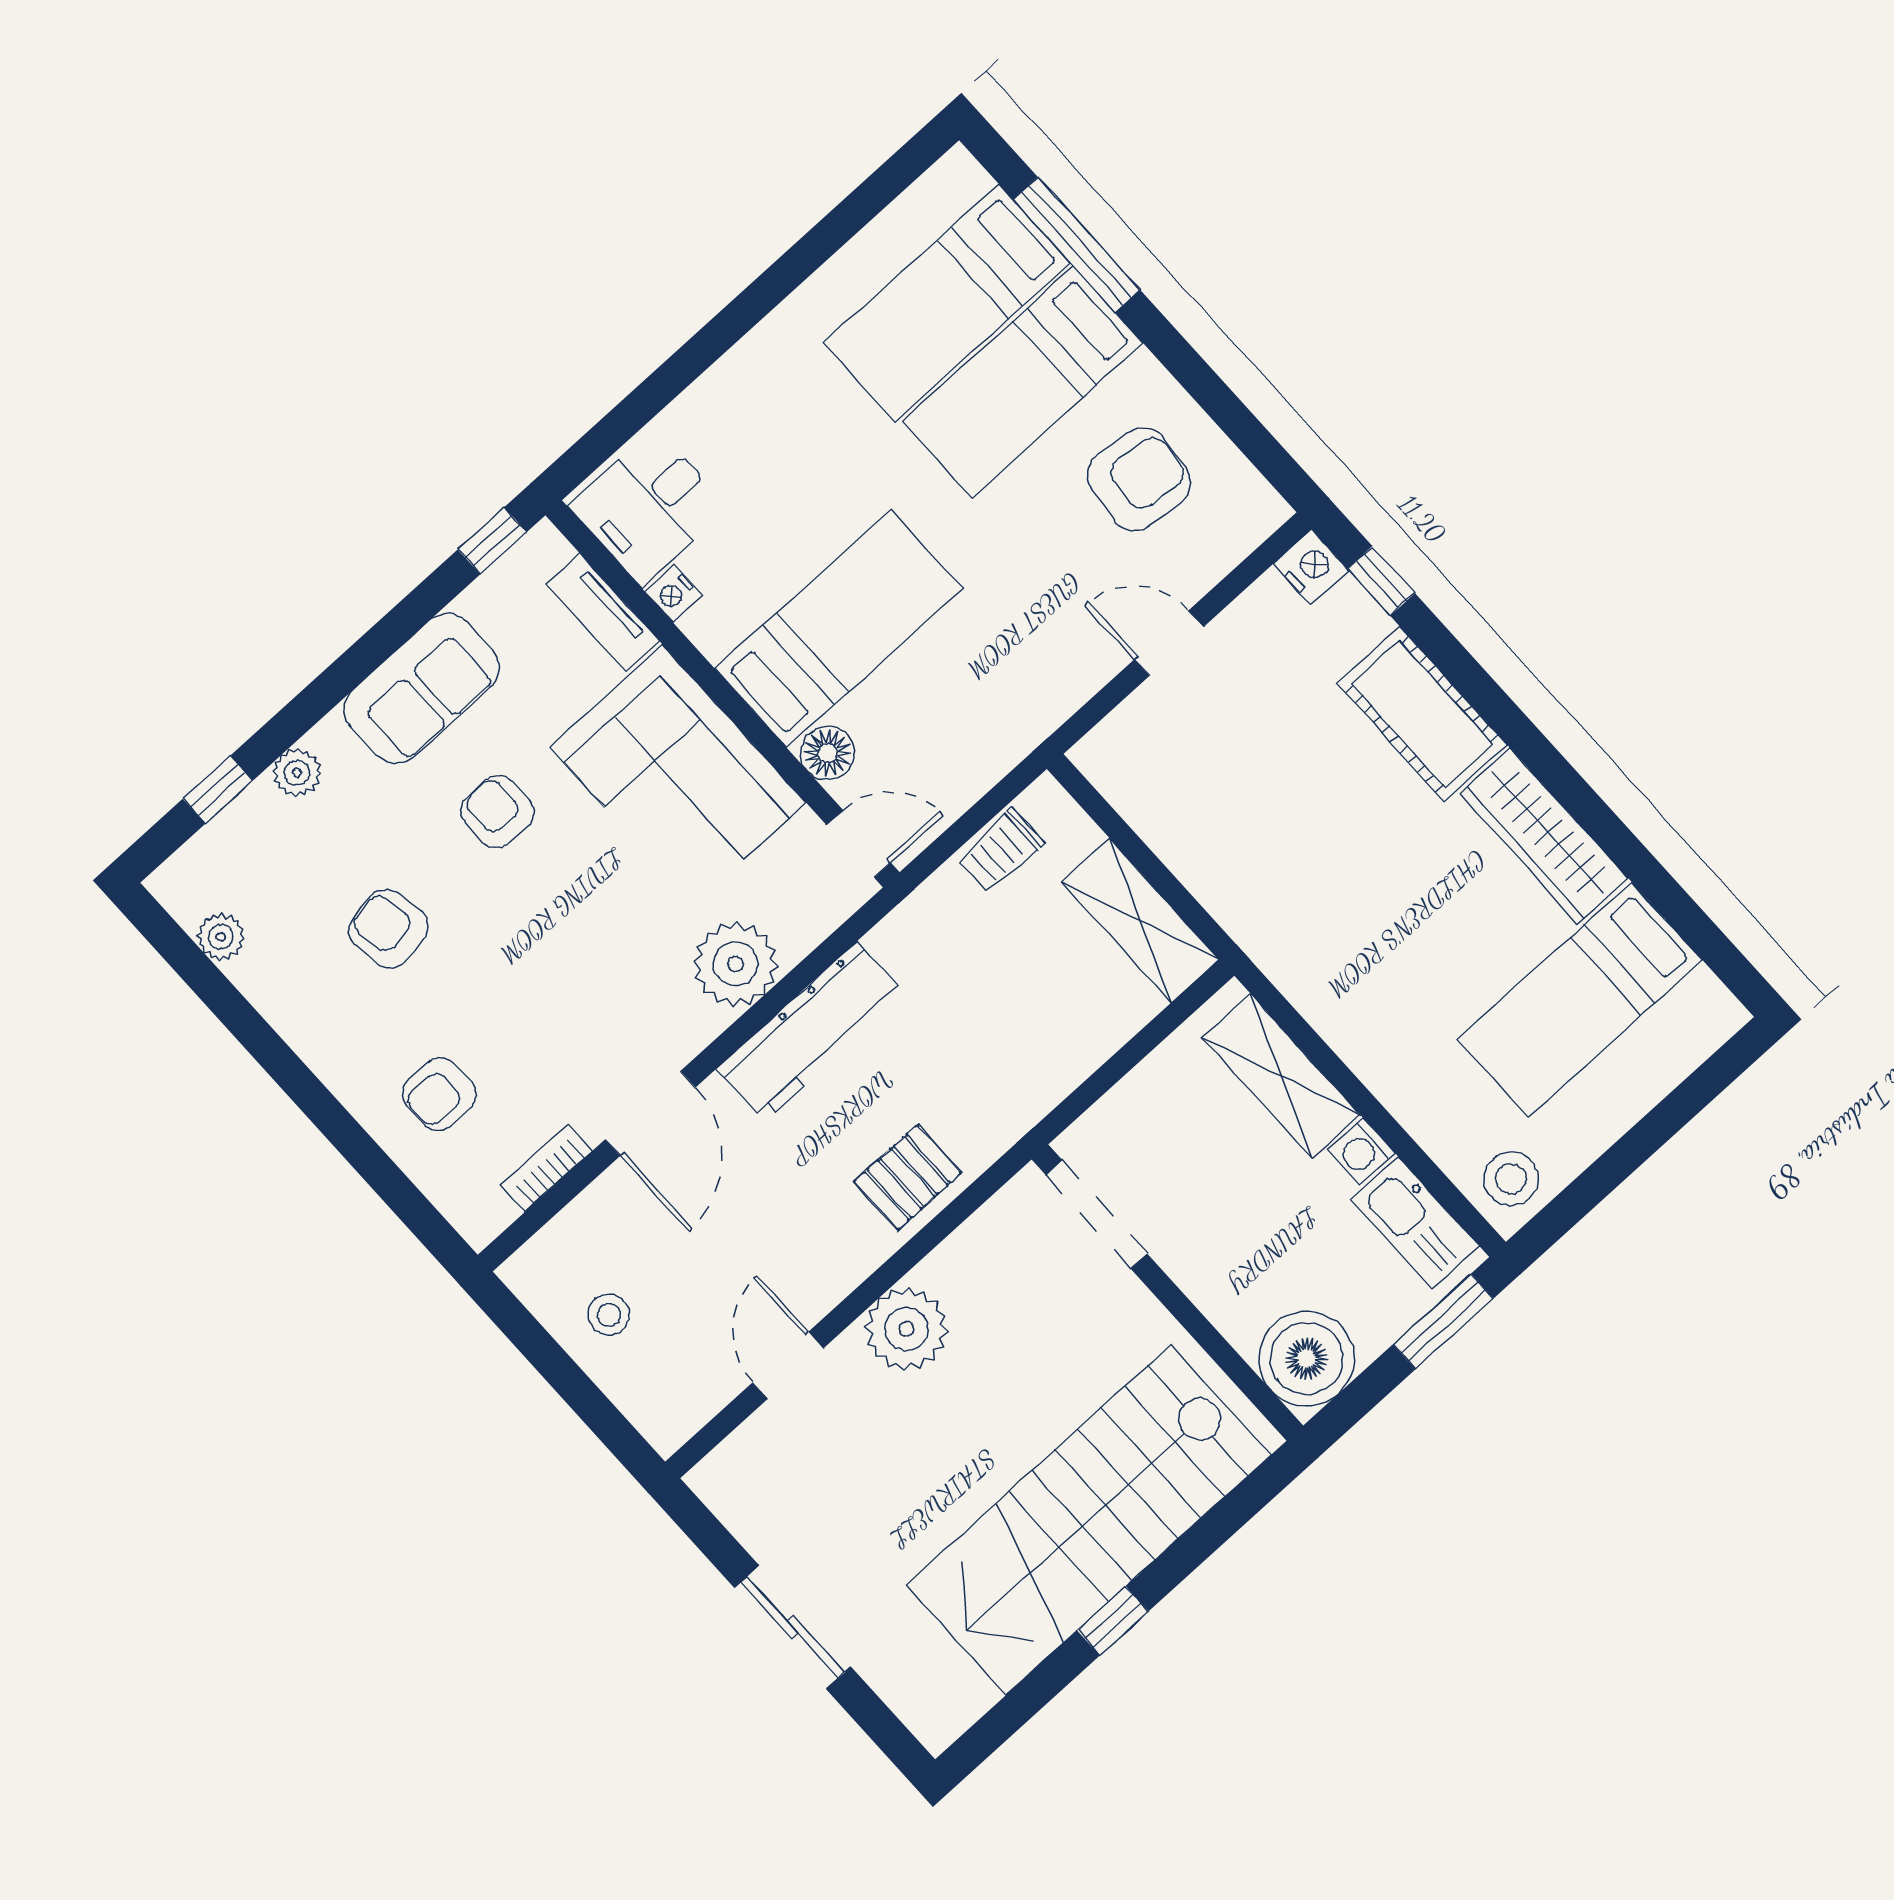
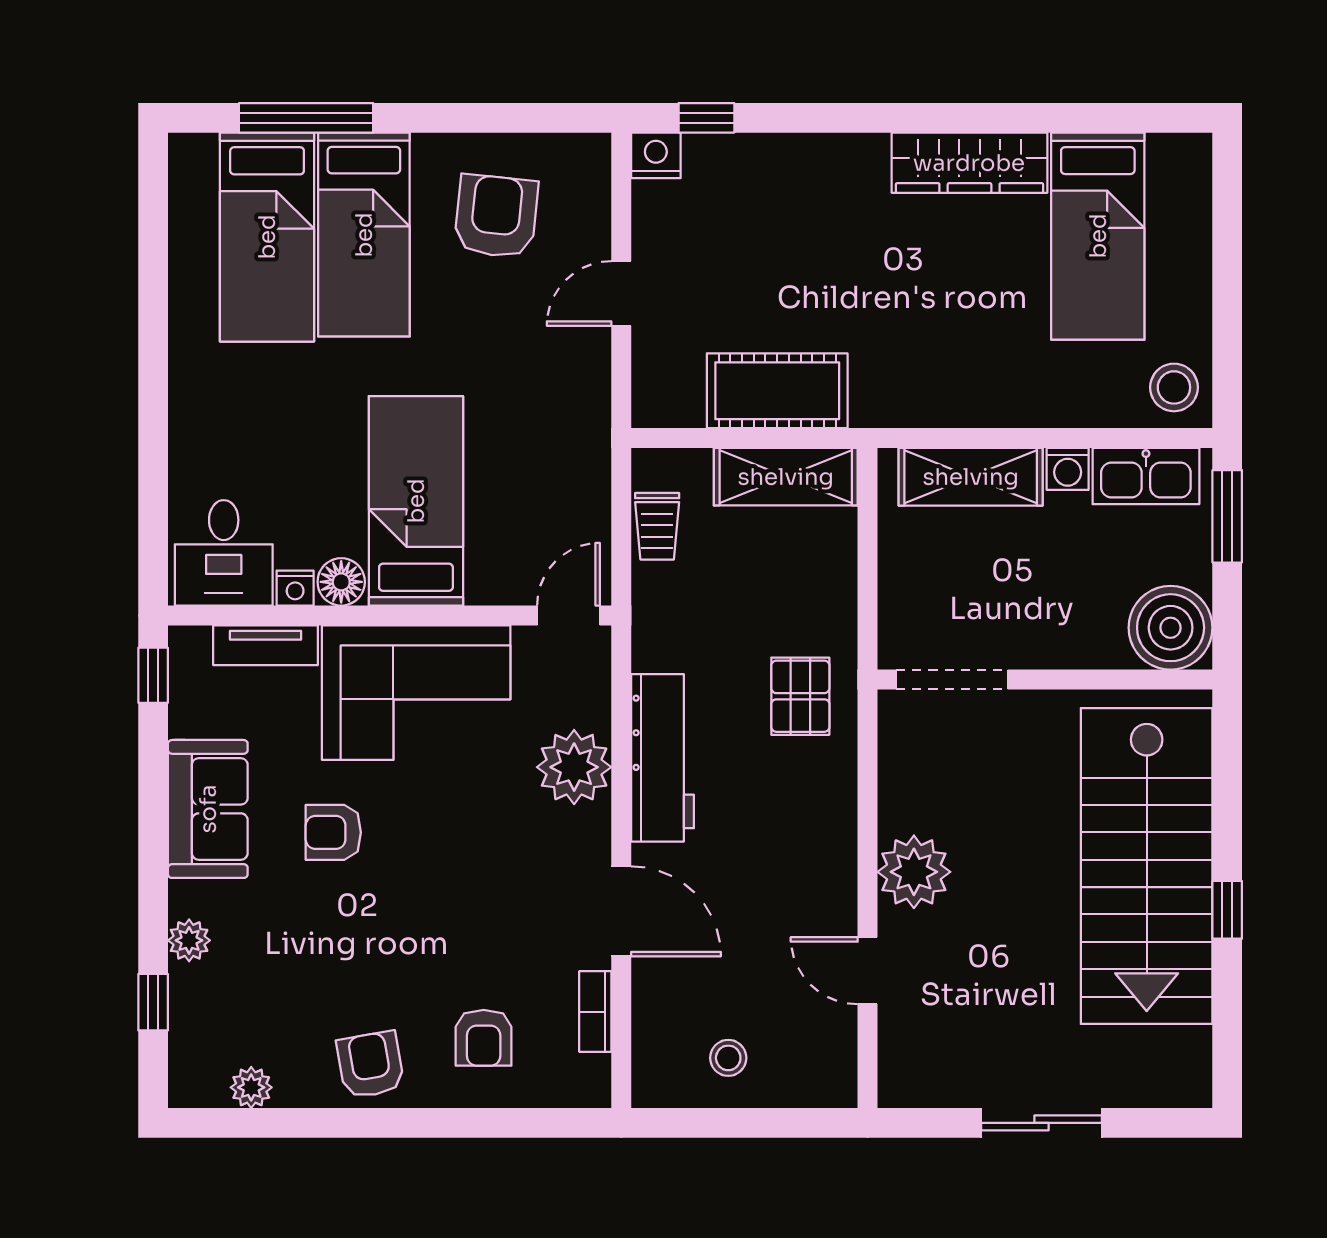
cot: (1422, 714) -> (777, 391), moved
floor lamp: (828, 753) -> (341, 582), moved
armchair: (388, 929) -> (370, 1065), moved, turned 89
pallet: (908, 1177) -> (800, 696), moved

